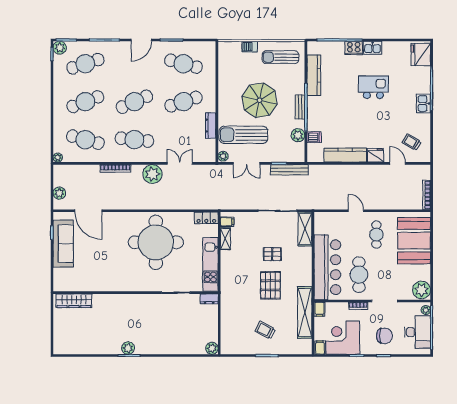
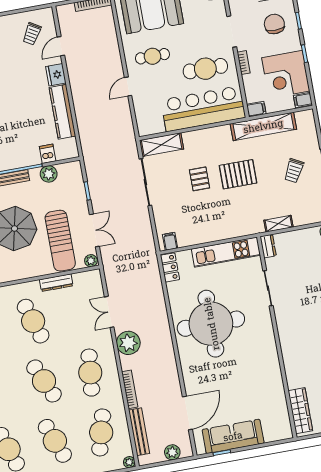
bench: (289, 170) -> (139, 432), moved
shelving: (225, 239) -> (278, 224), moved

